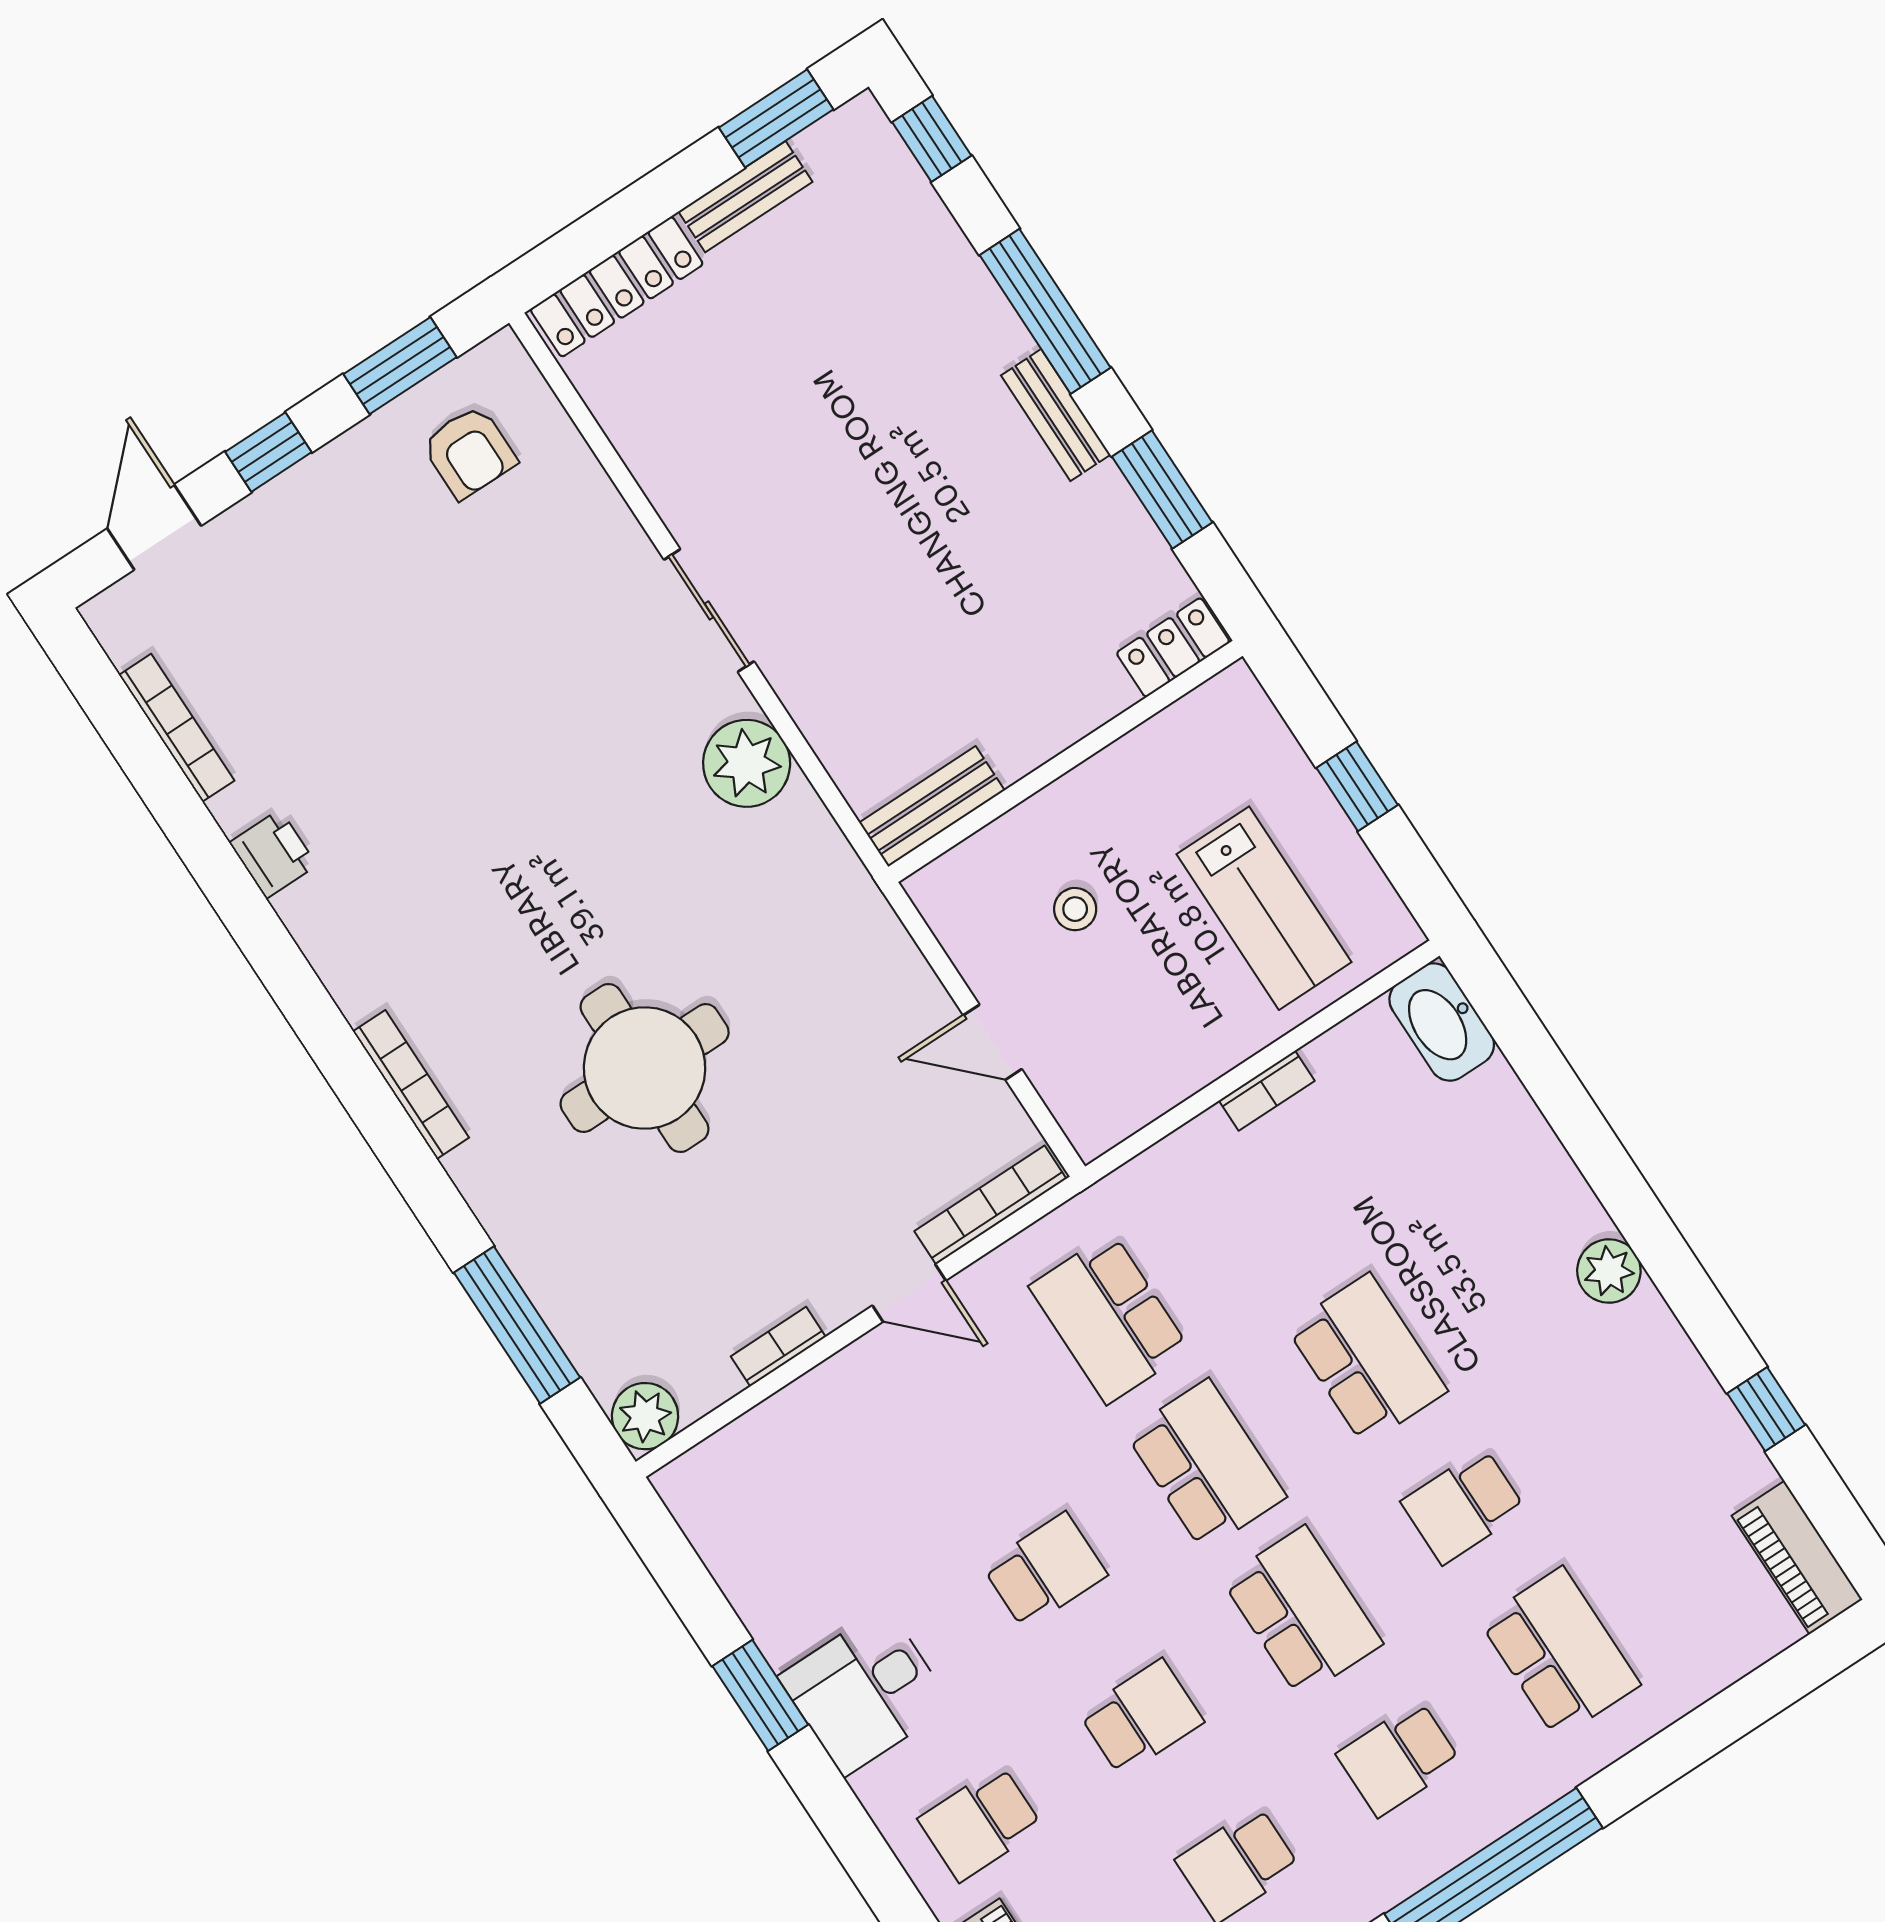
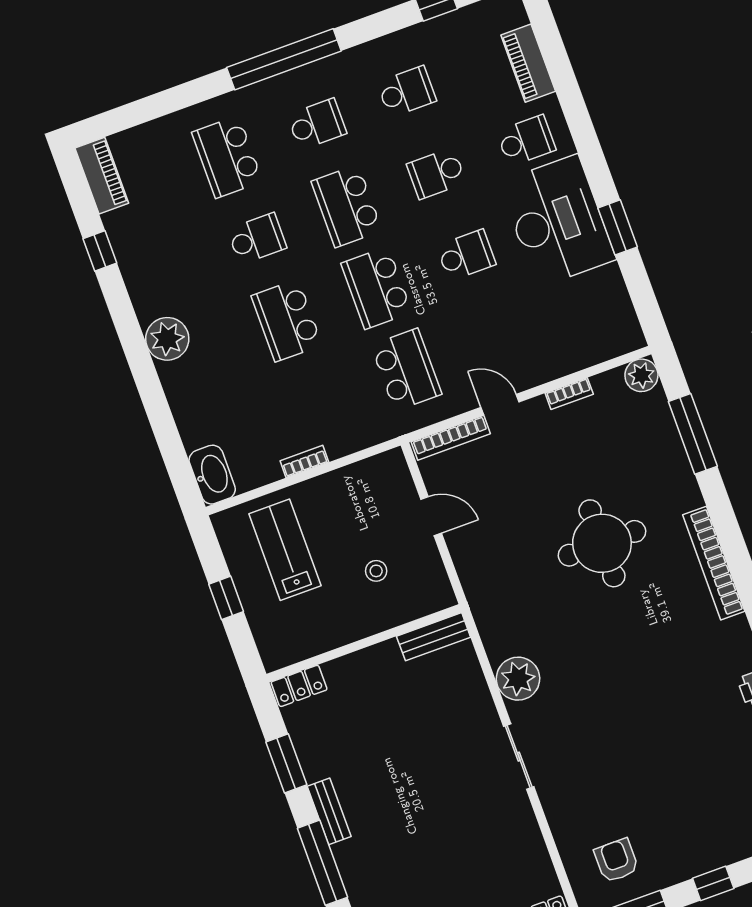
bookcase: (411, 1084) -> (714, 563), width x1.48, depth x1.31
plant: (1609, 1271) -> (167, 339), width x1.36, depth x1.36
school desk: (1045, 1571) -> (466, 255), turned 180
desk: (865, 1691) -> (557, 221), width x1.87, depth x1.30

